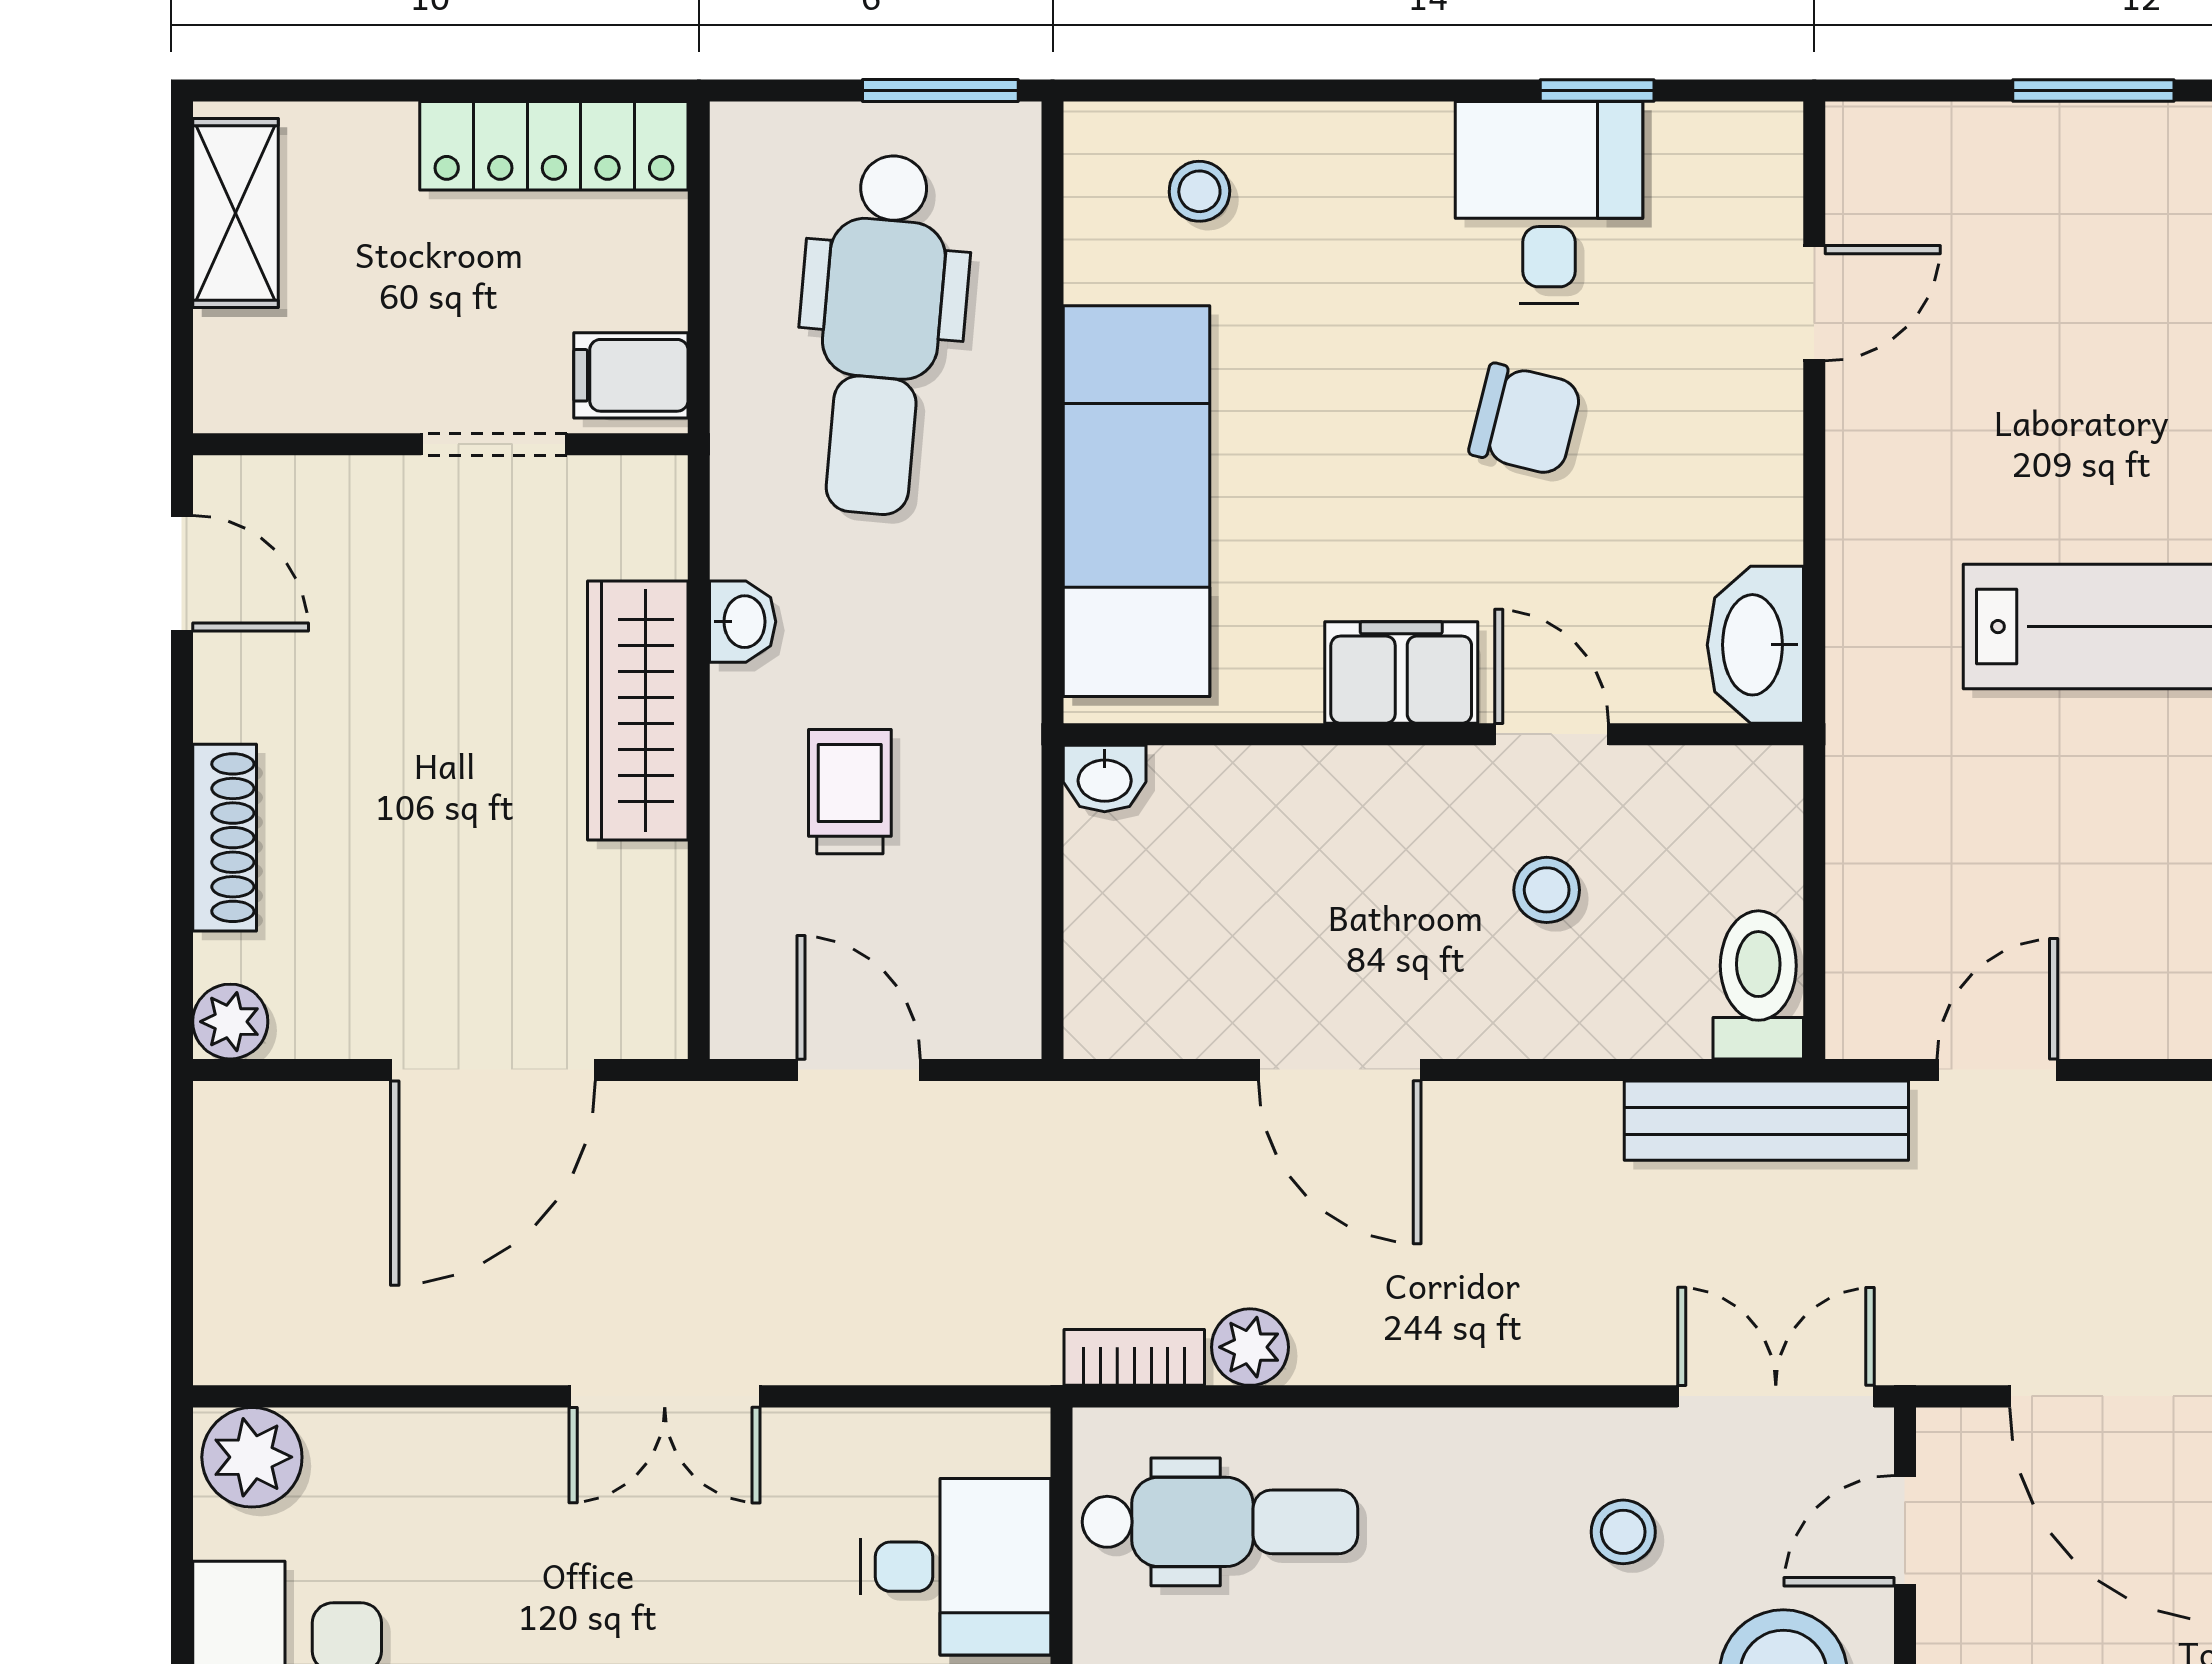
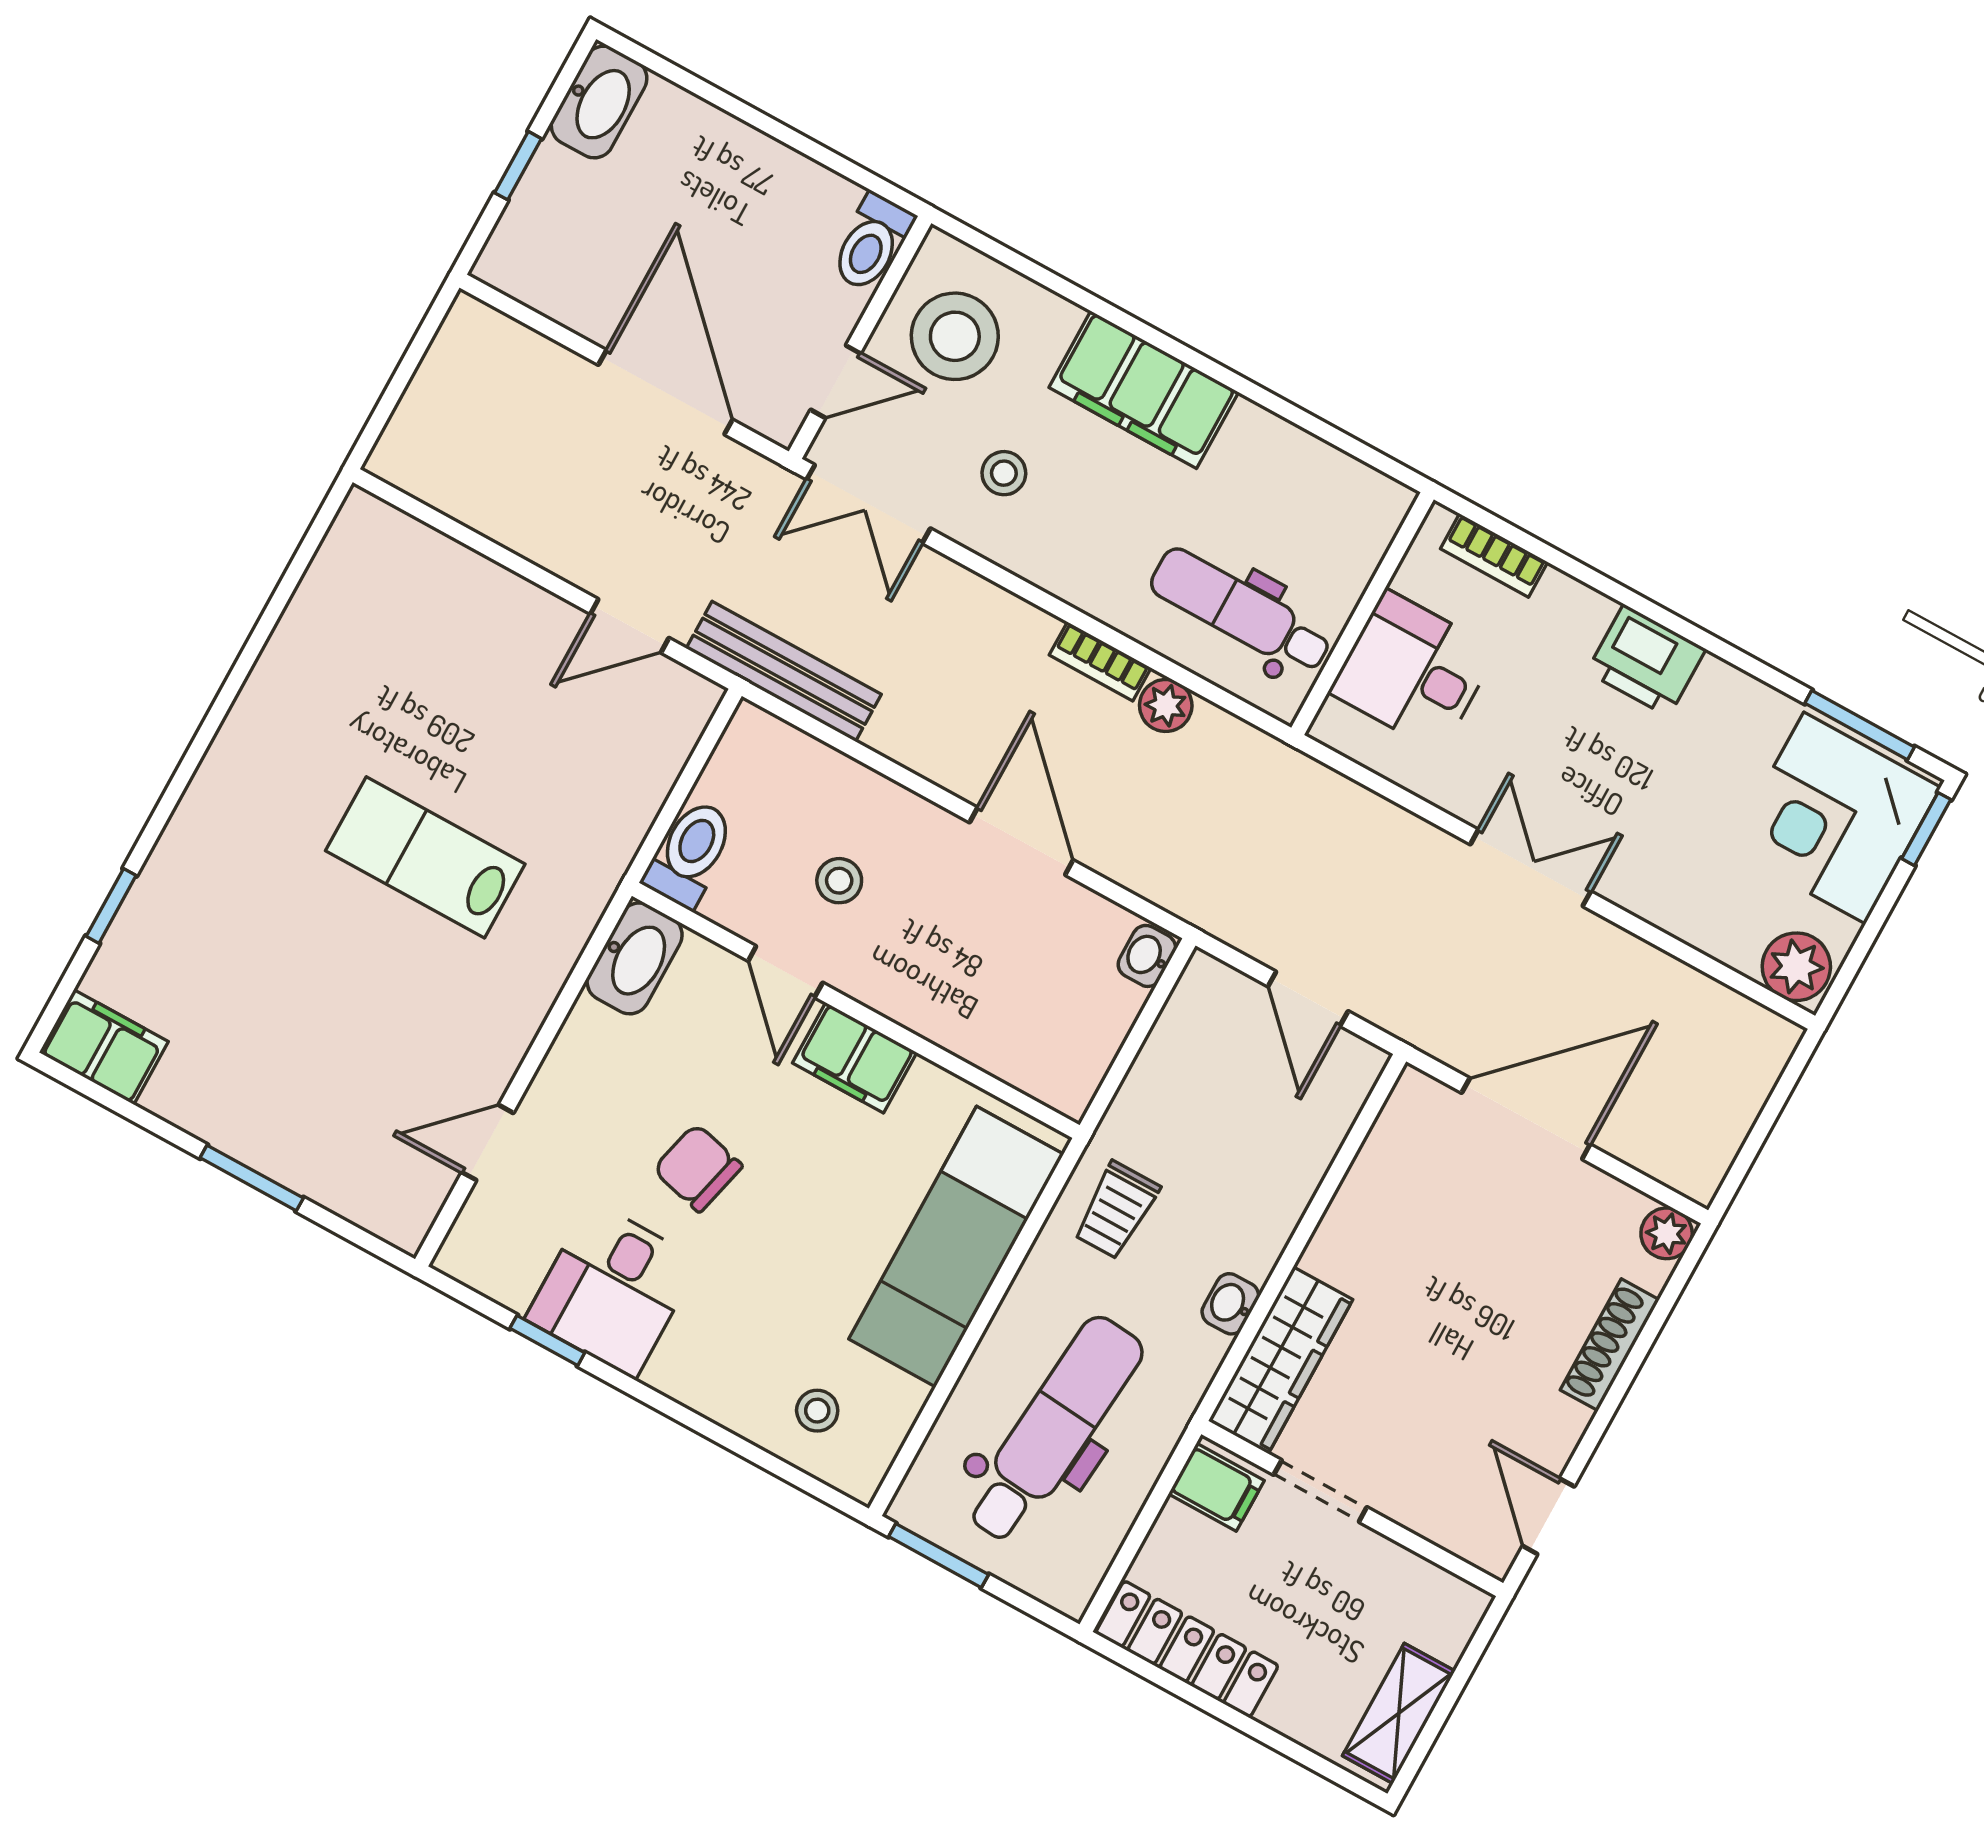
wardrobe: (638, 710) -> (1281, 1360), moved
washbasin: (1105, 779) -> (1147, 956), moved, turned -90
trolley: (850, 792) -> (1116, 1210), moved
toilet: (1758, 985) -> (690, 853), moved, turned 180
bookcase: (1134, 1357) -> (1100, 661), moved

